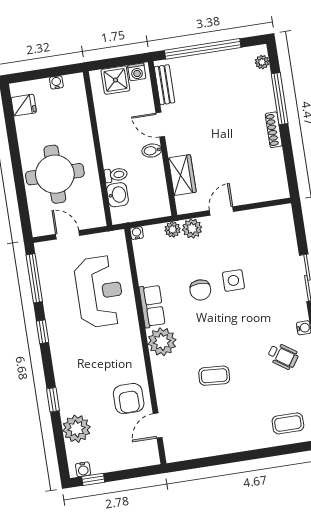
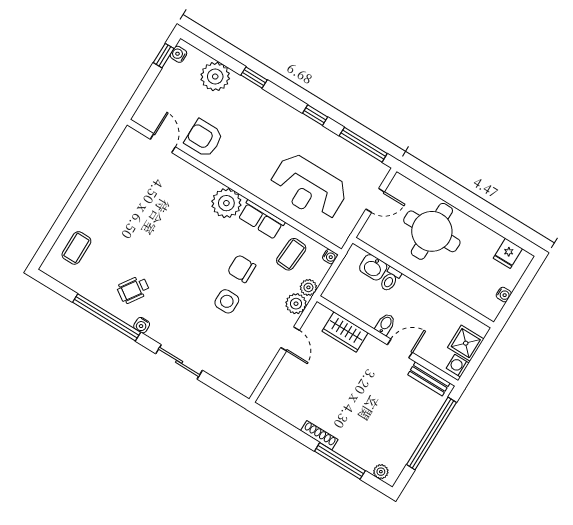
coffee table: (214, 376) -> (291, 254), moved

